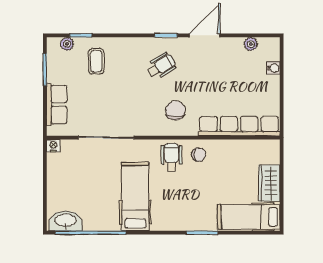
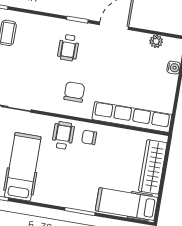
wheelchair: (162, 66) -> (68, 48), turned 122
chair: (199, 155) -> (89, 137), turned 180
wardrobe: (269, 183) -> (153, 167), width x1.50

